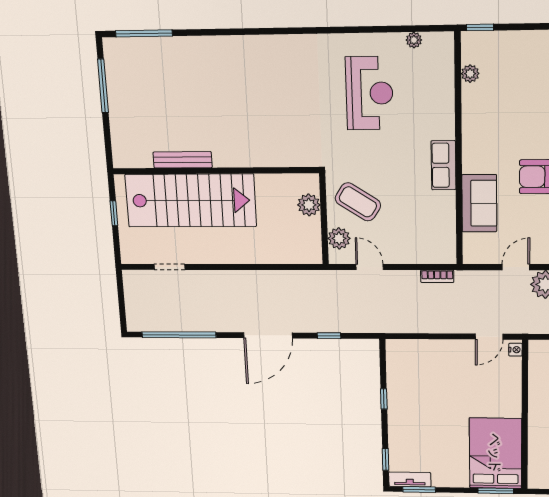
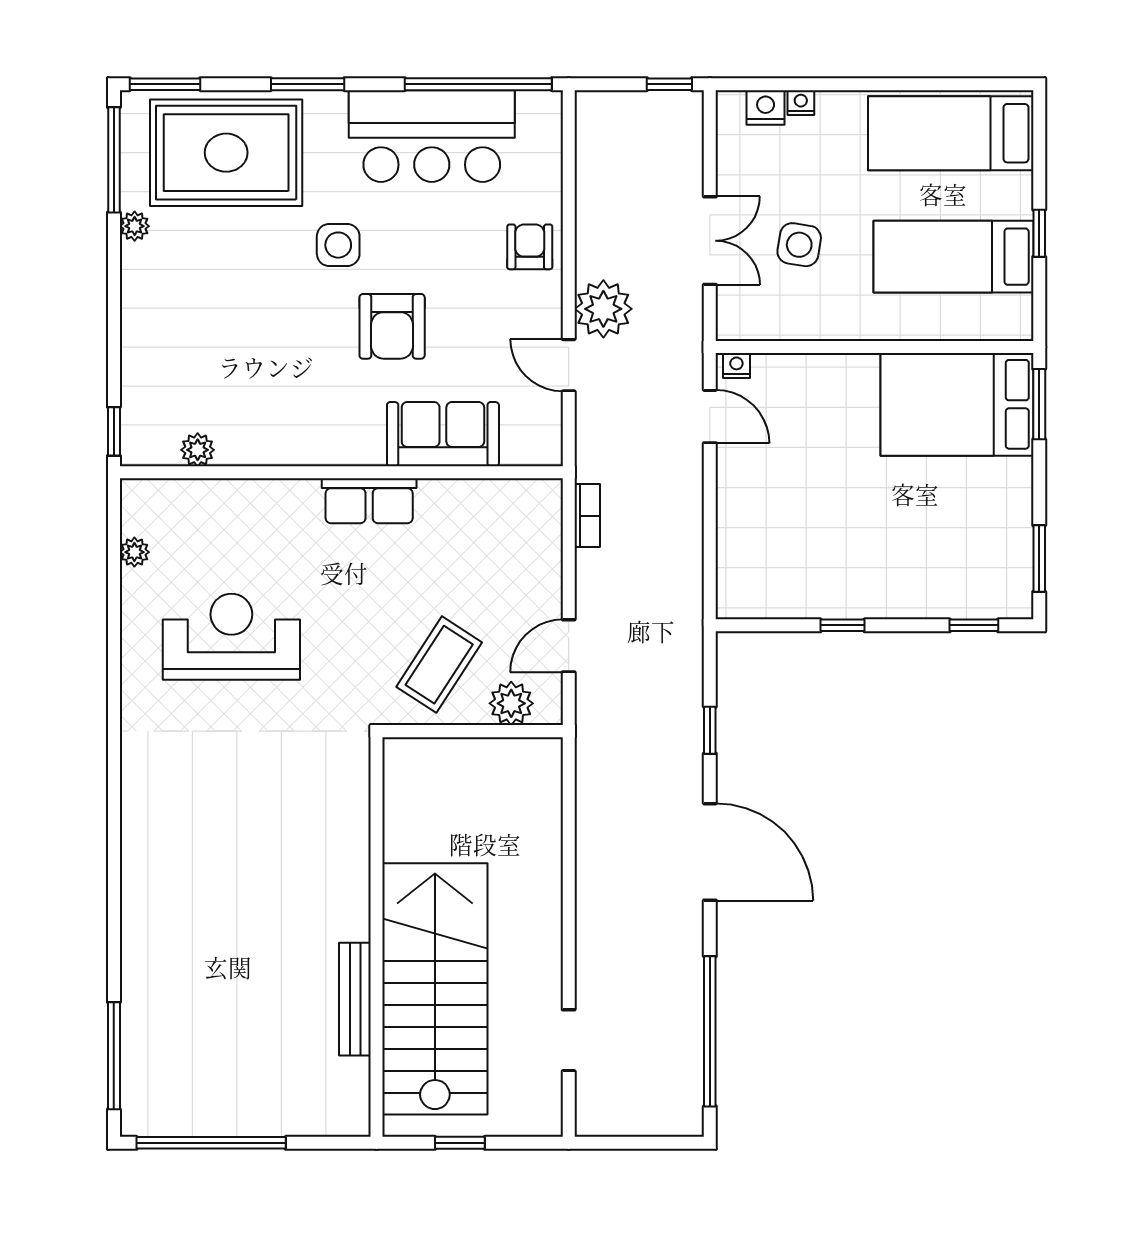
window: (103, 86) -> (211, 1143), width x1.46
plant: (309, 205) -> (445, 759), removed
tv unit: (410, 479) -> (1017, 577), removed

